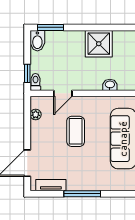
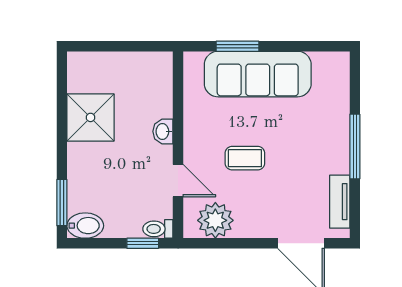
washbasin: (110, 85) -> (163, 131), moved
plant: (36, 115) -> (215, 220), width x1.88, depth x1.88
coffee table: (76, 131) -> (245, 158), width x0.73, depth x0.77

